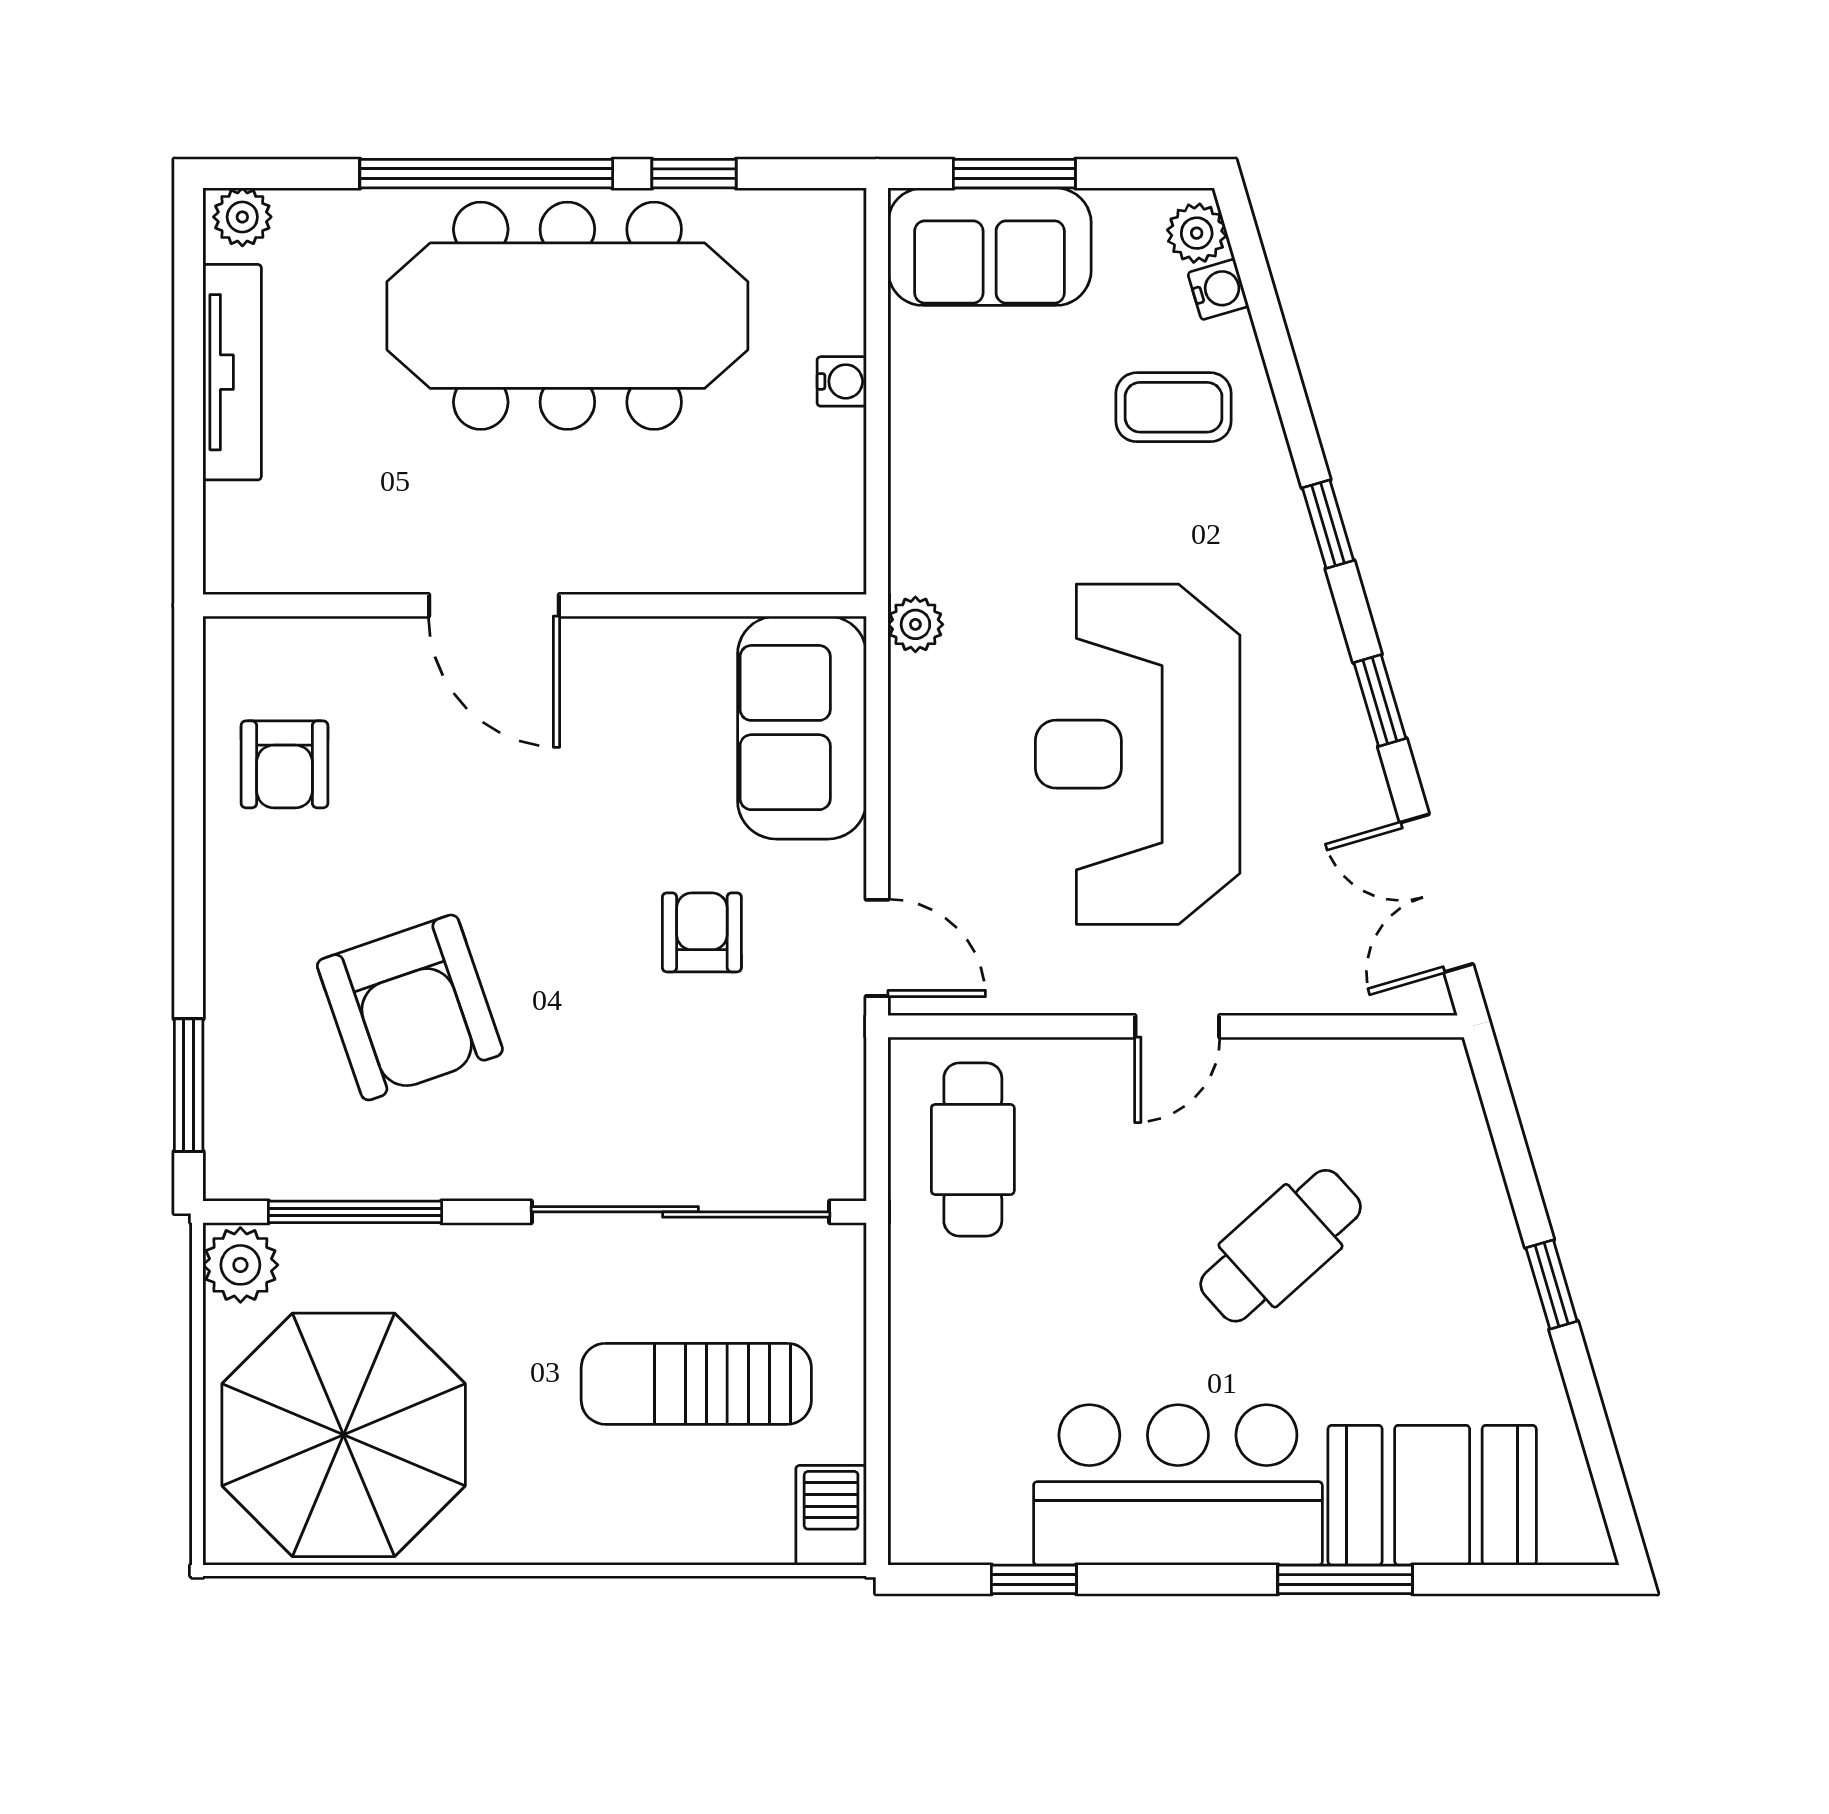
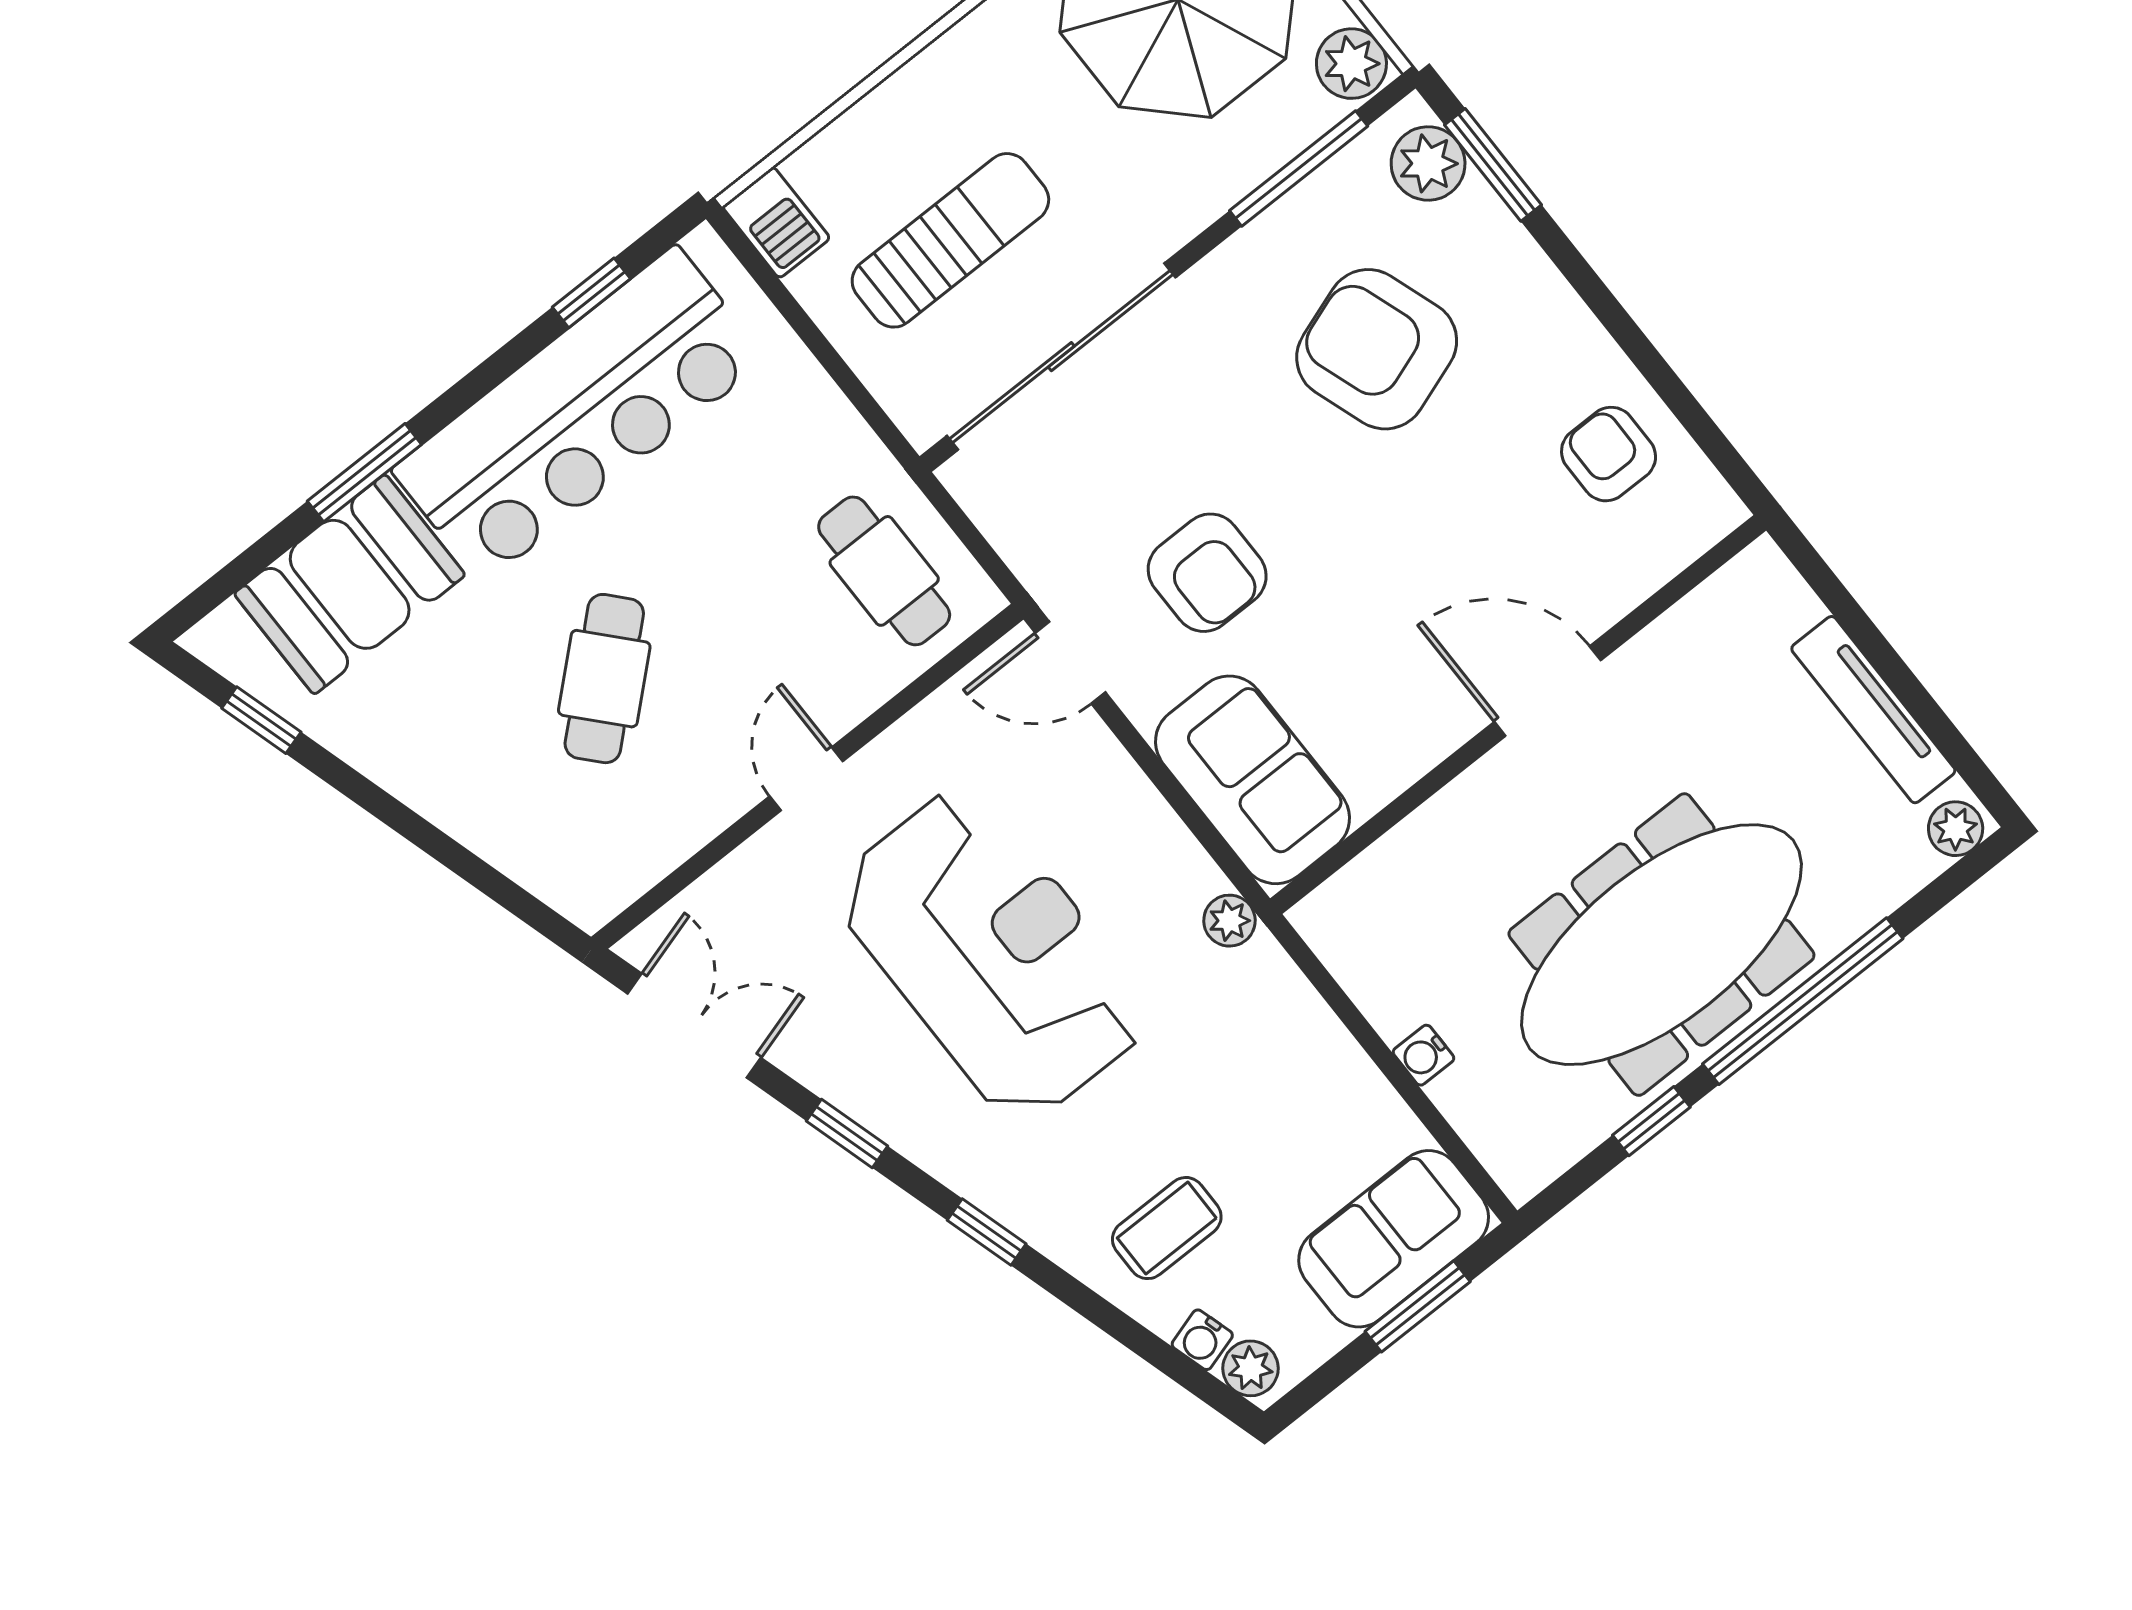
armchair: (702, 932) -> (1207, 573), width x1.38, depth x1.38
plant: (243, 1130) -> (1428, 163), added
window: (1552, 1284) -> (261, 720), moved
bar counter: (1178, 1485) -> (579, 415), width x1.36

